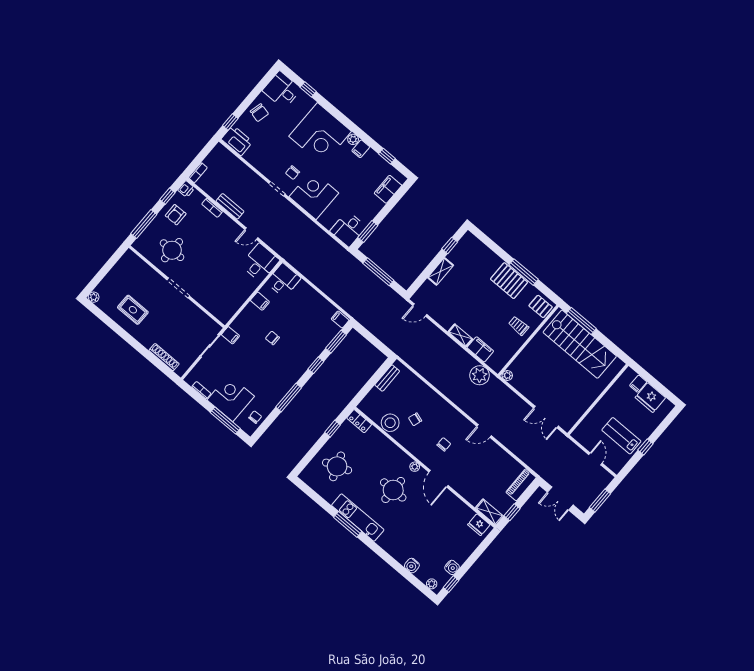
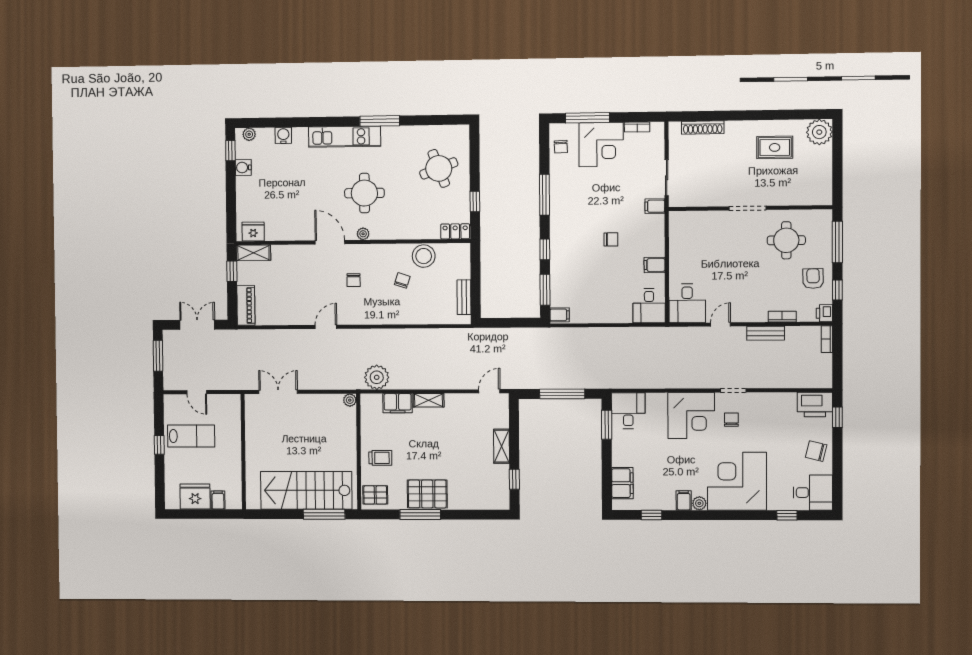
plant: (94, 297) -> (819, 132), width x1.88, depth x1.88
kitchen unit: (358, 518) -> (345, 137), moved

